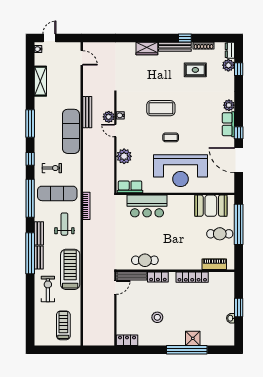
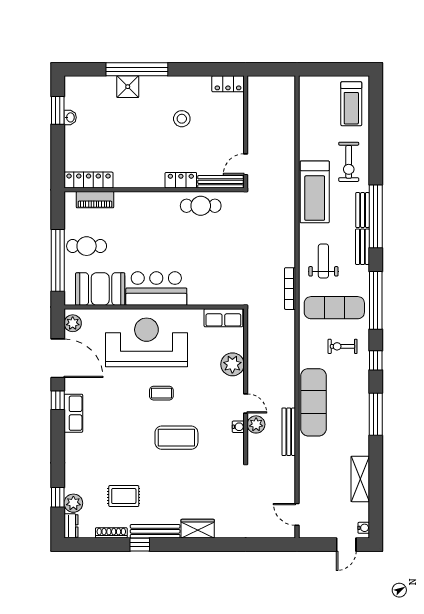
plant: (229, 105) -> (73, 323), moved
bar counter: (147, 206) -> (156, 289), moved
weight bench: (64, 224) -> (323, 261), turned 180
locker: (192, 277) -> (89, 180), moved
window: (239, 307) -> (58, 110), moved
treadmill: (63, 325) -> (351, 104), moved

